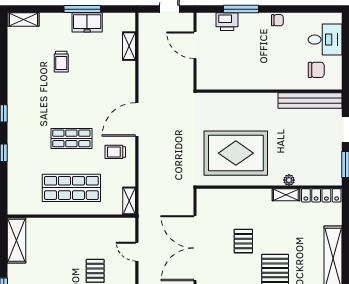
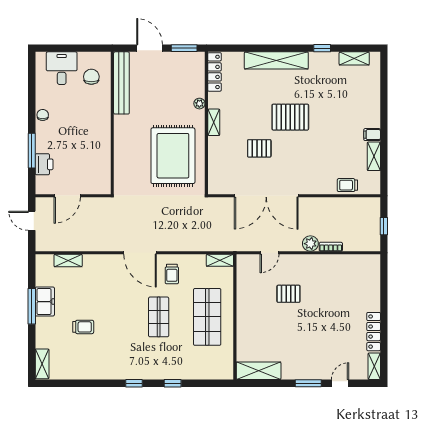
shelving: (286, 195) -> (214, 122), moved

